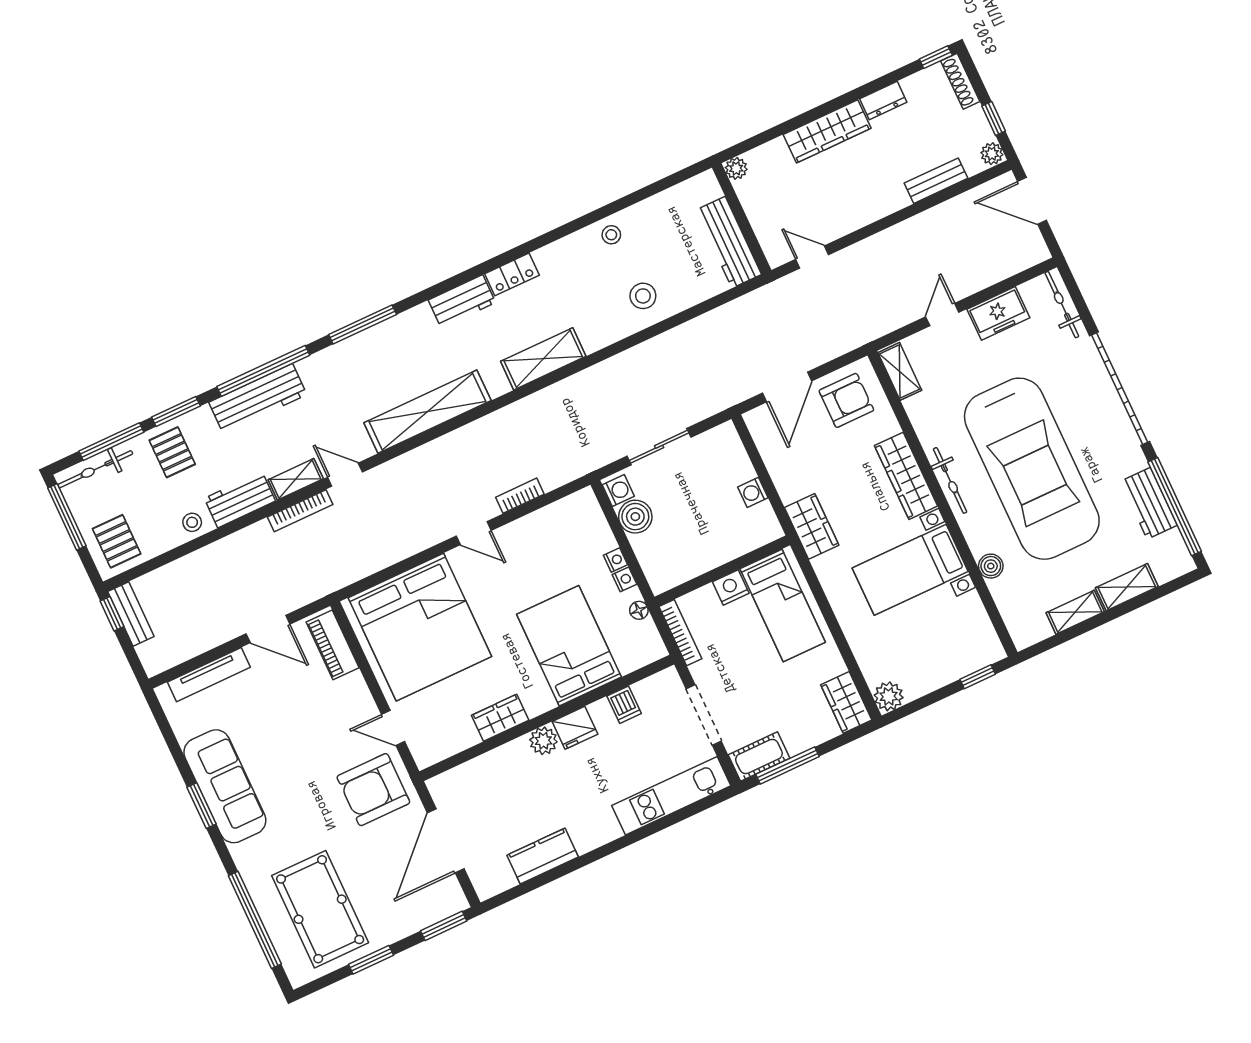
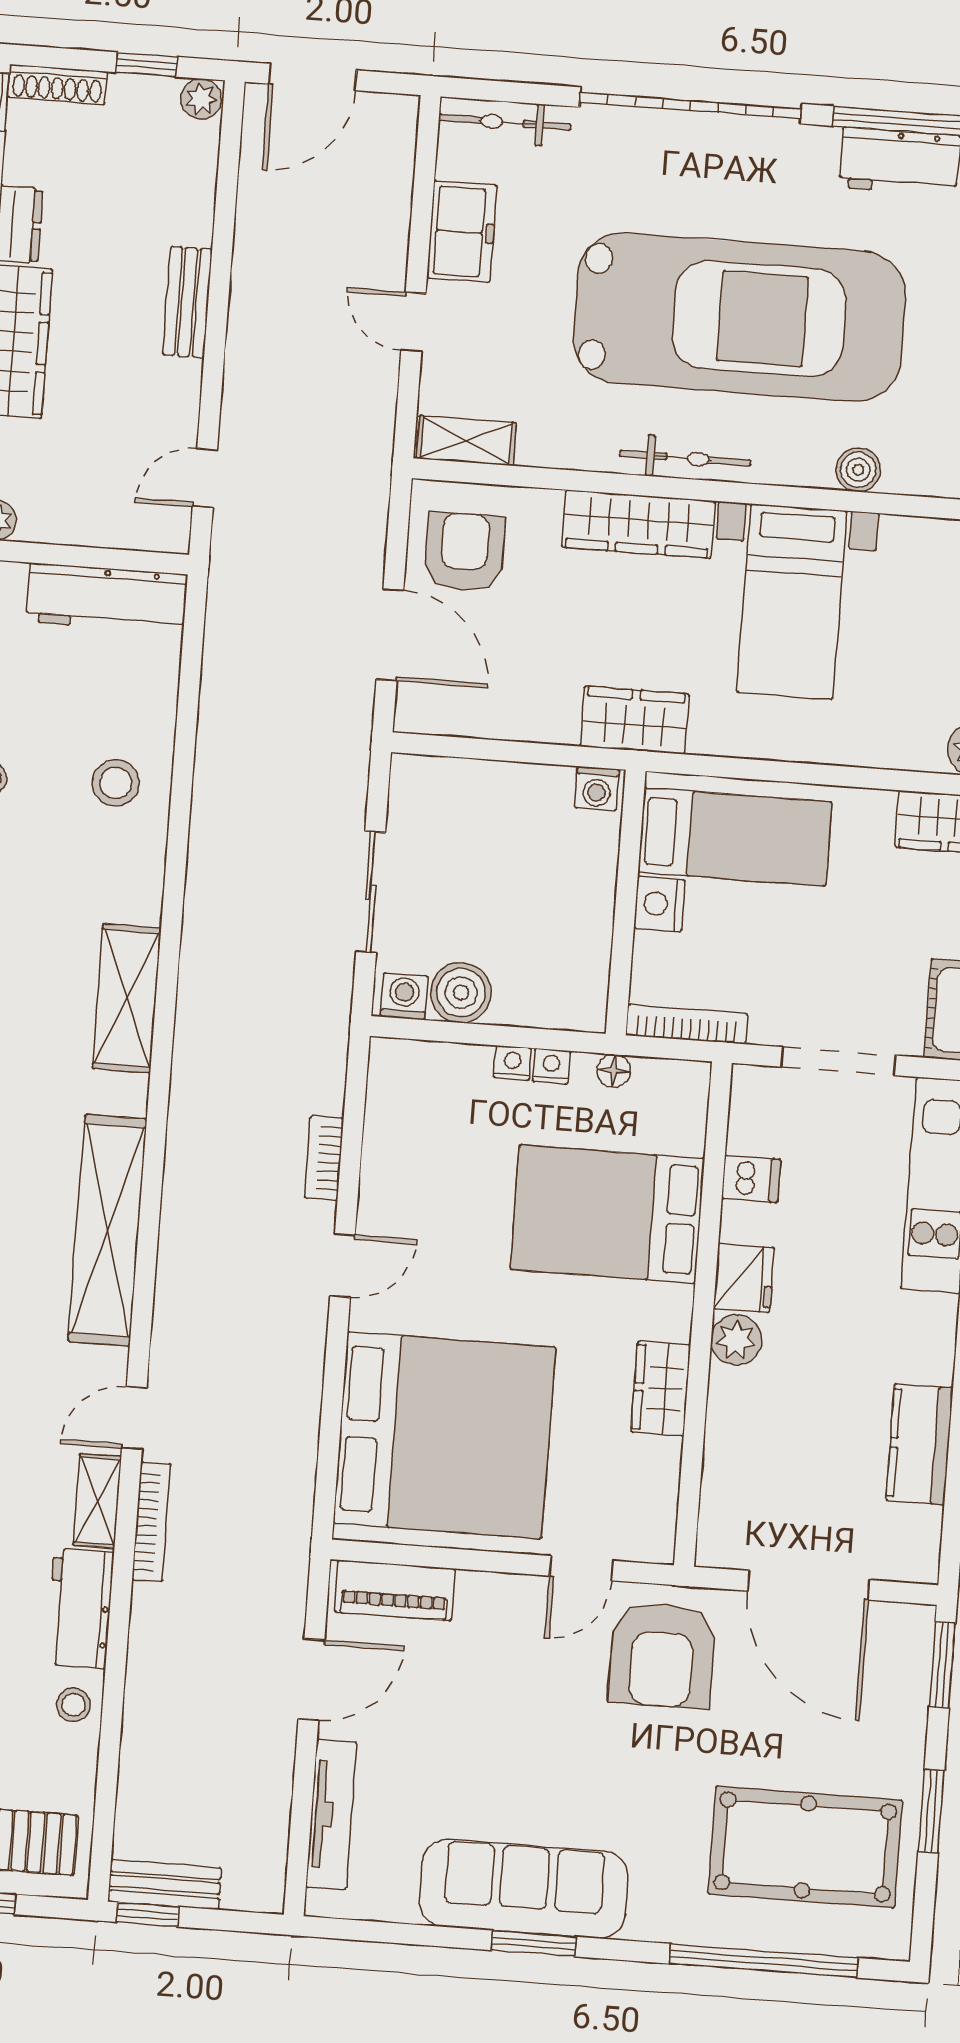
bench: (936, 181) -> (187, 302), moved
washing machine: (753, 492) -> (597, 788), moved

